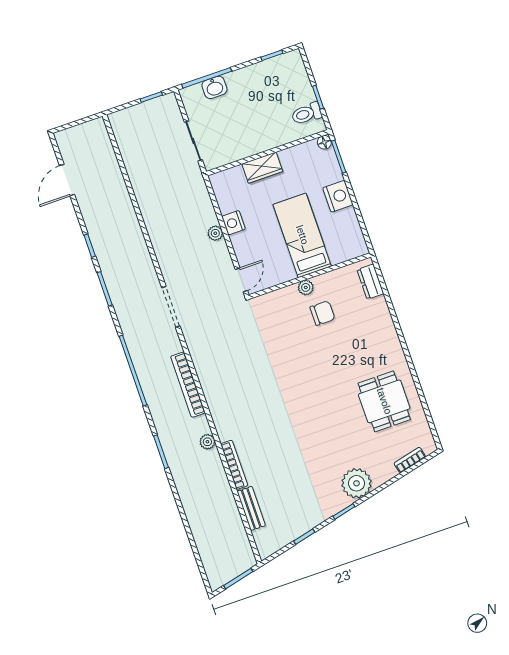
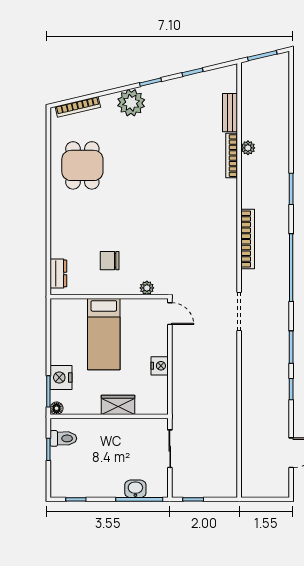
nightstand: (338, 196) -> (61, 378), moved
plant: (215, 233) -> (178, 362), removed
door: (241, 280) -> (170, 314), swing flipped
plant: (306, 287) -> (147, 288), moved
plant: (207, 442) -> (248, 148), moved
bookcase: (410, 460) -> (78, 107), width x1.56

